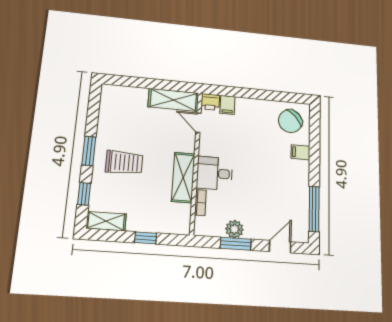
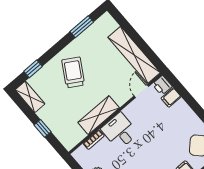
shelving: (173, 100) -> (134, 55), width x1.47
window: (89, 151) -> (82, 27), moved
trolley: (124, 162) -> (73, 72), turned -149

